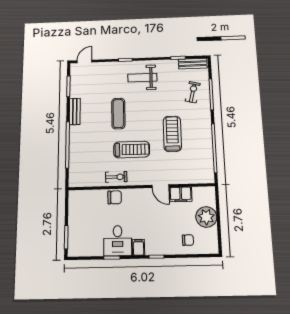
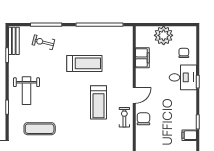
exercise mat: (118, 114) -> (40, 129), moved
treadmill: (172, 134) -> (84, 63), turned 180
treadmill: (132, 150) -> (98, 102), turned 180
door: (160, 186) -> (134, 95), moved
desk: (118, 241) -> (183, 77), moved
filing cabinet: (138, 247) -> (189, 135), moved

